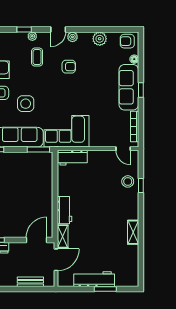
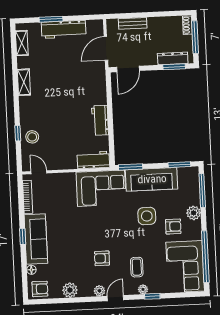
workbench: (65, 210) -> (100, 120), moved
shelving: (63, 236) -> (22, 43), moved

